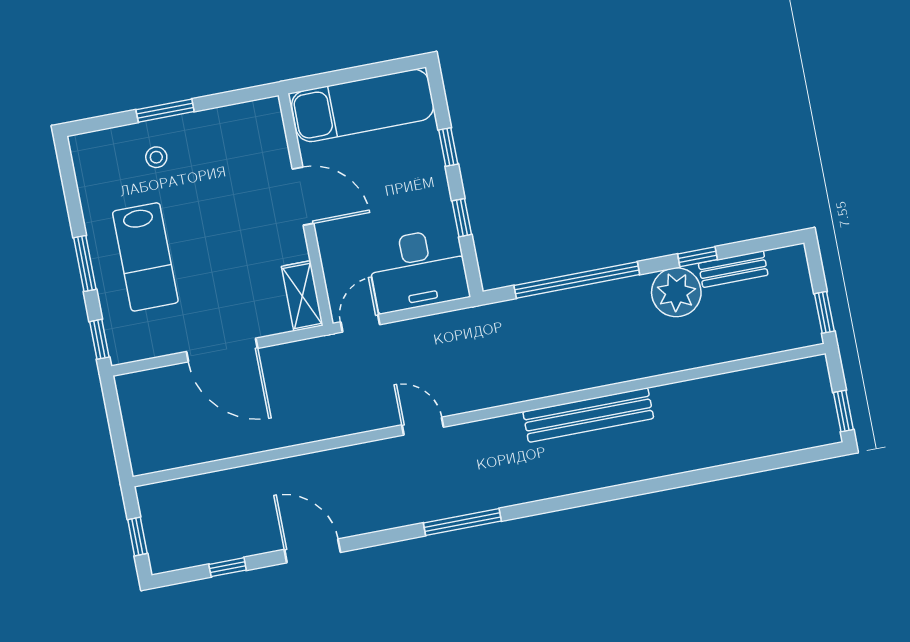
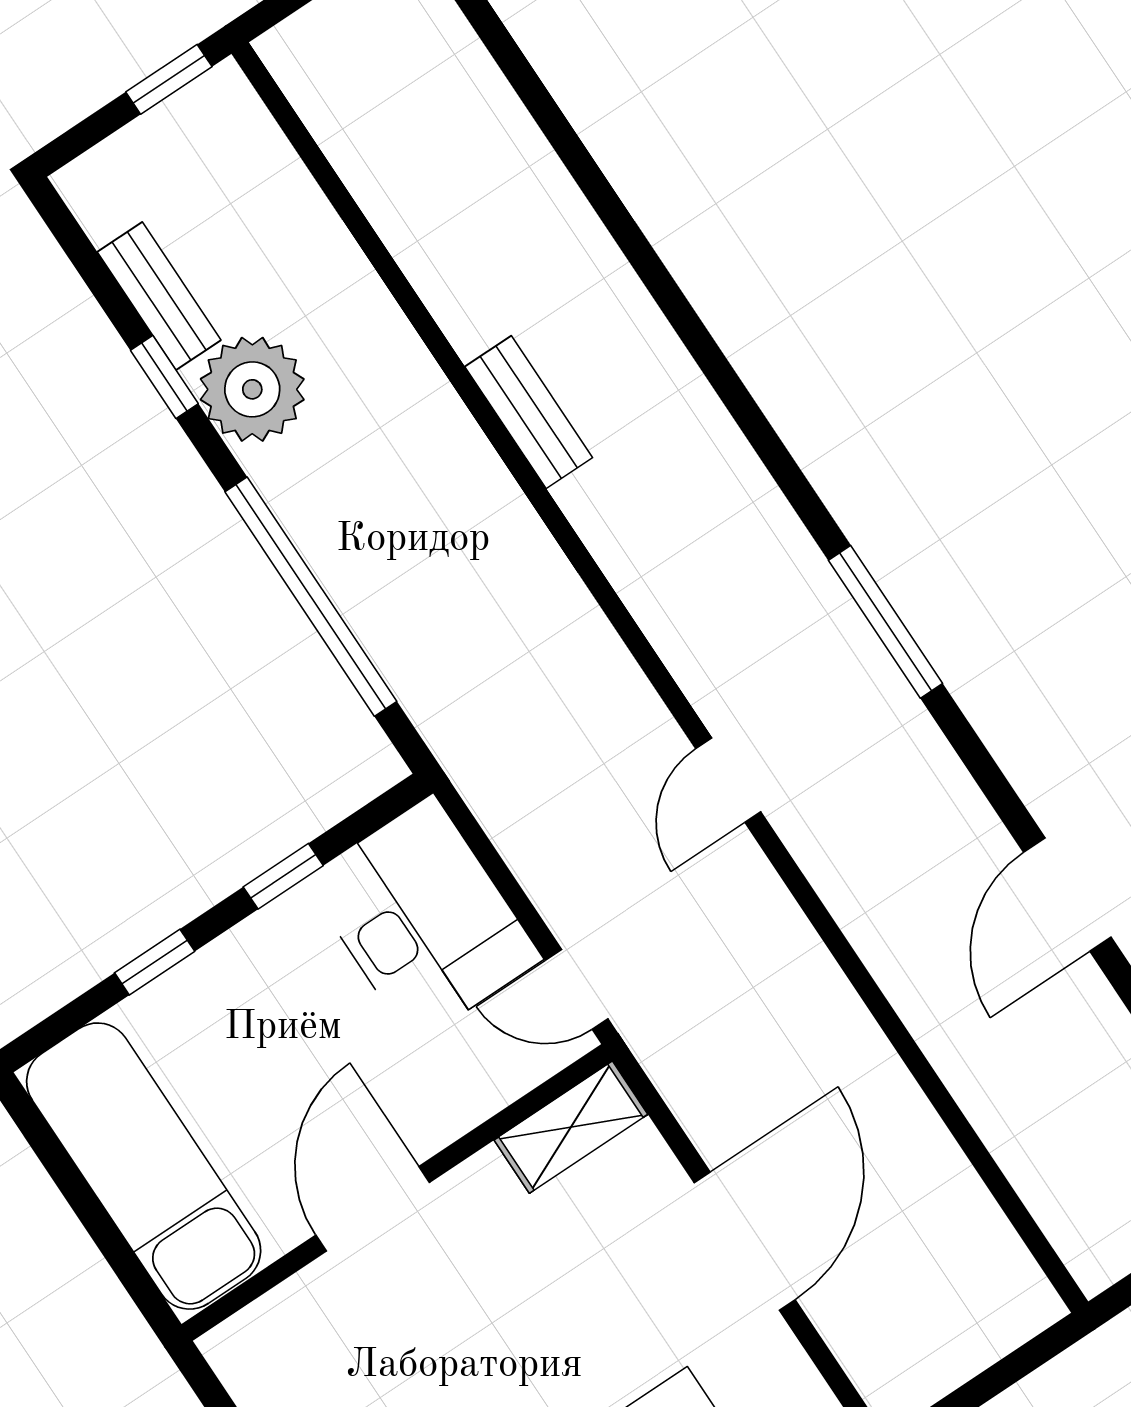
bench: (588, 415) -> (529, 412), width x0.54, depth x0.82

